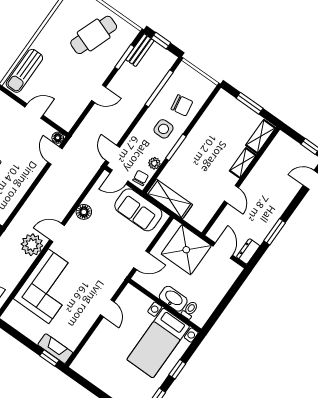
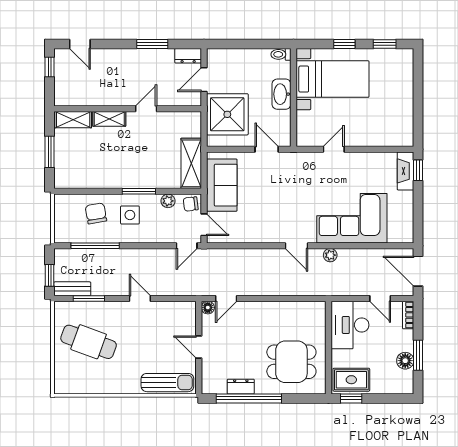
floor lamp: (84, 212) -> (260, 234), removed
plant: (32, 245) -> (330, 255), width x0.53, depth x0.53
toilet: (190, 310) -> (281, 54), moved

